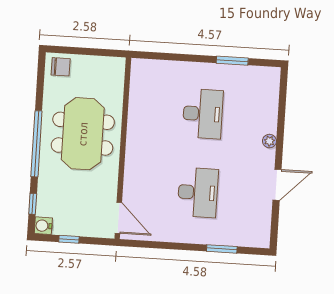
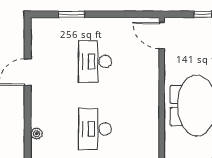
plant: (269, 141) -> (37, 134), moved

